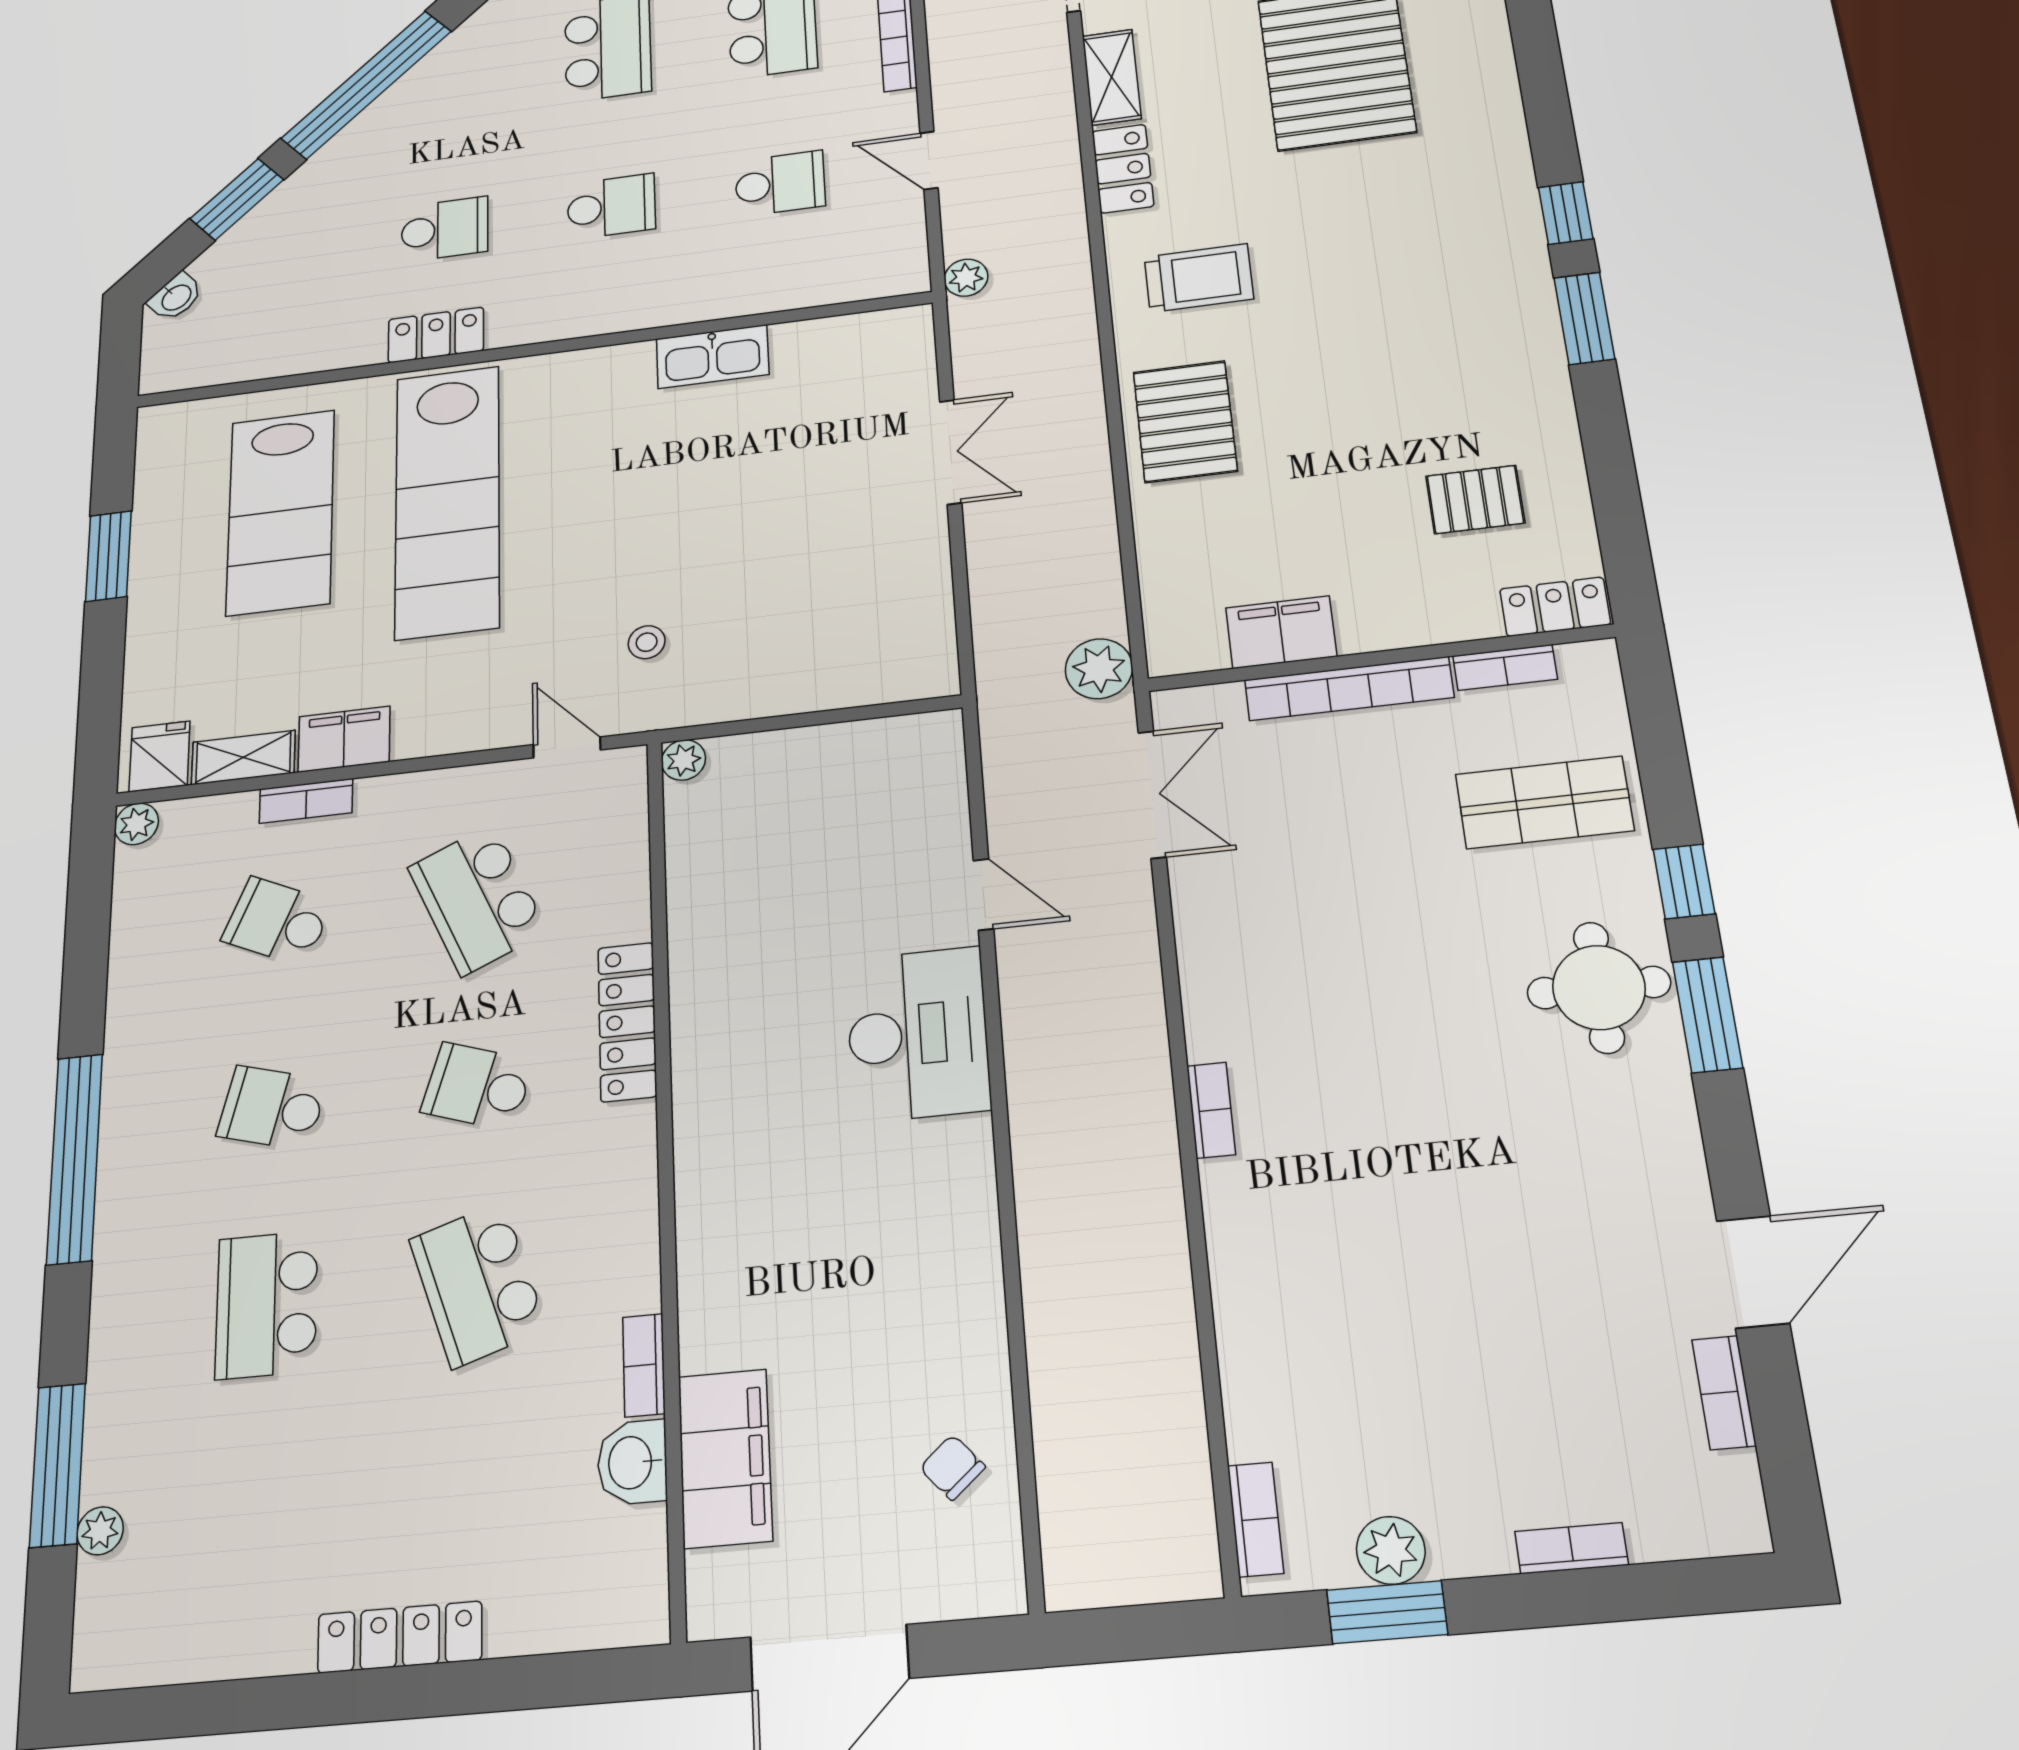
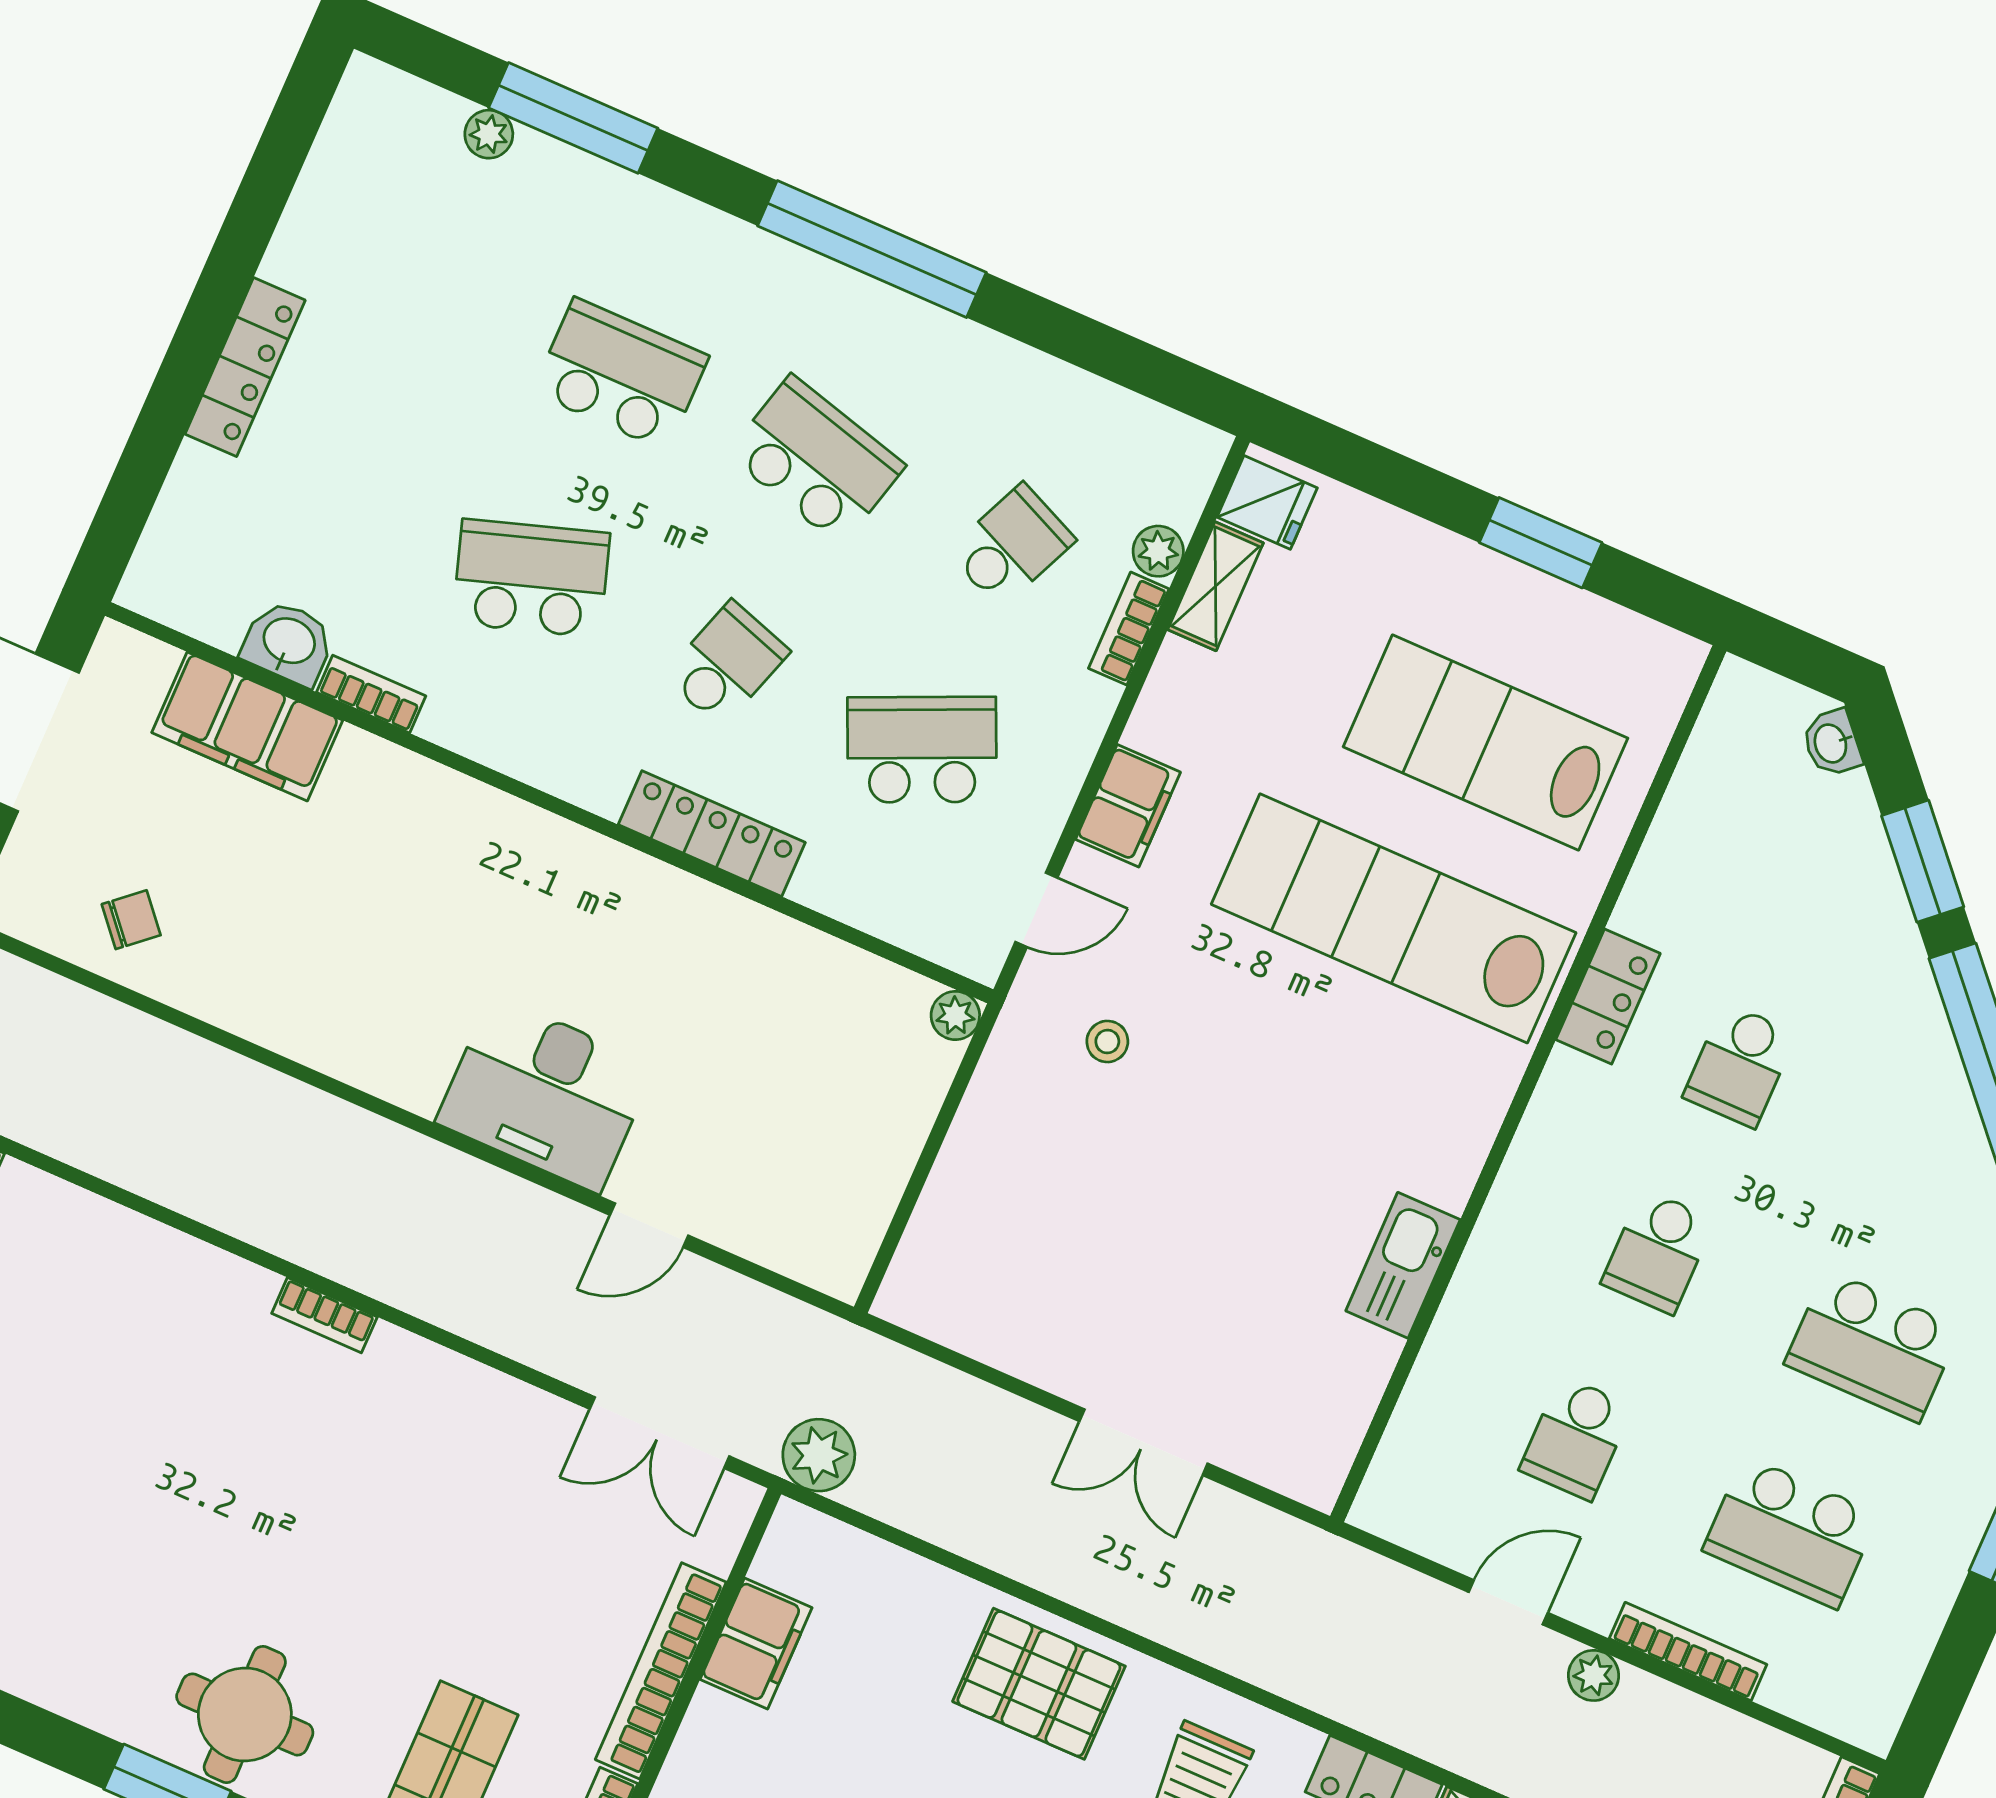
plant: (966, 278) -> (1593, 1675), moved
filing cabinet: (344, 739) -> (1128, 806), moved
plant: (136, 824) -> (1158, 551), moved
school desk: (272, 1108) -> (816, 460), width x1.85

